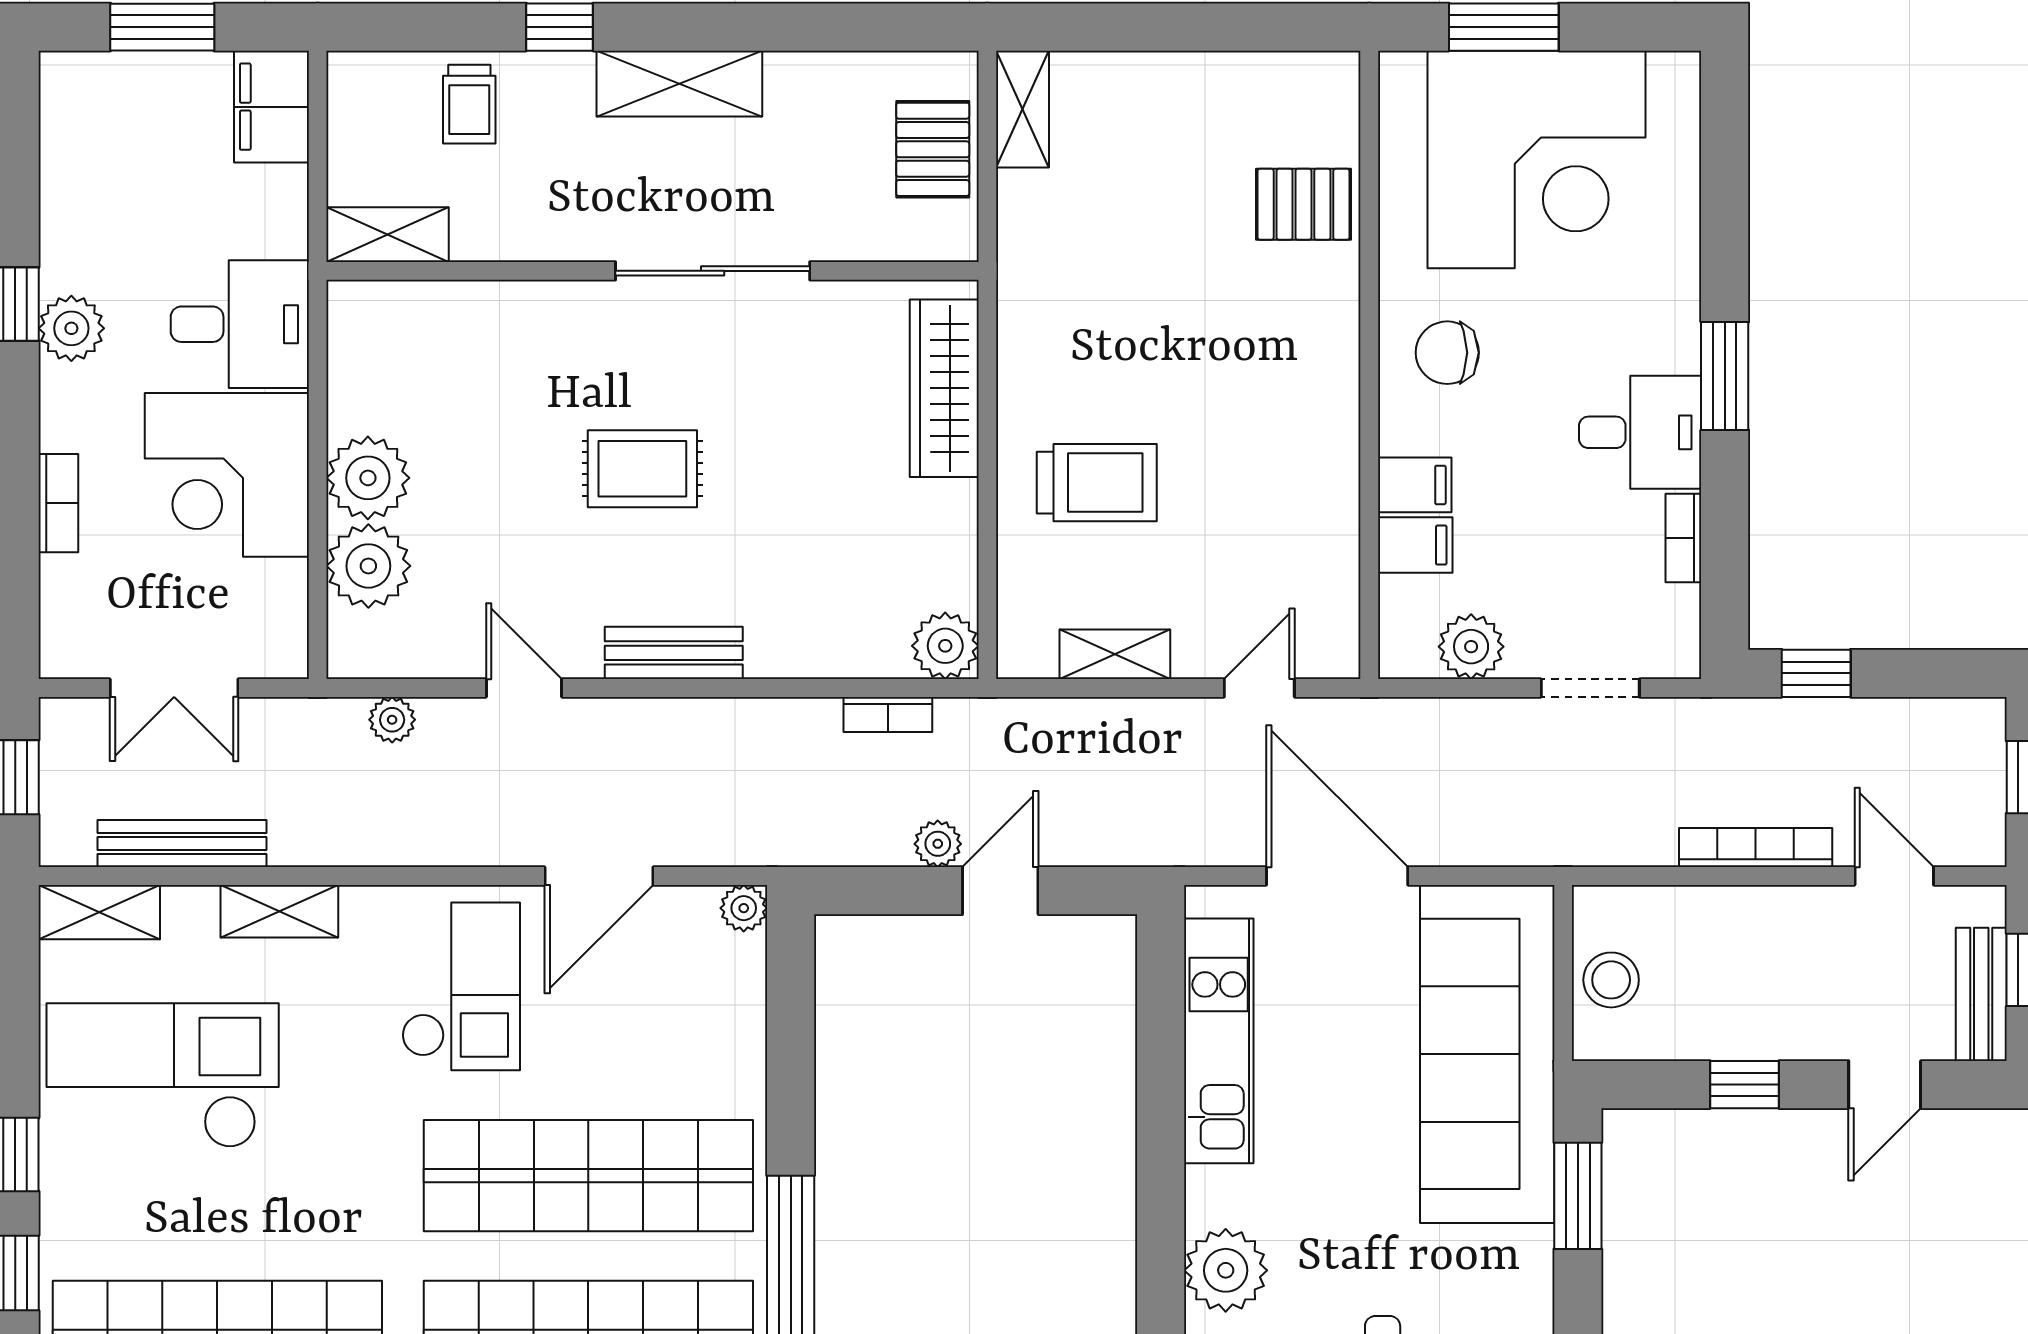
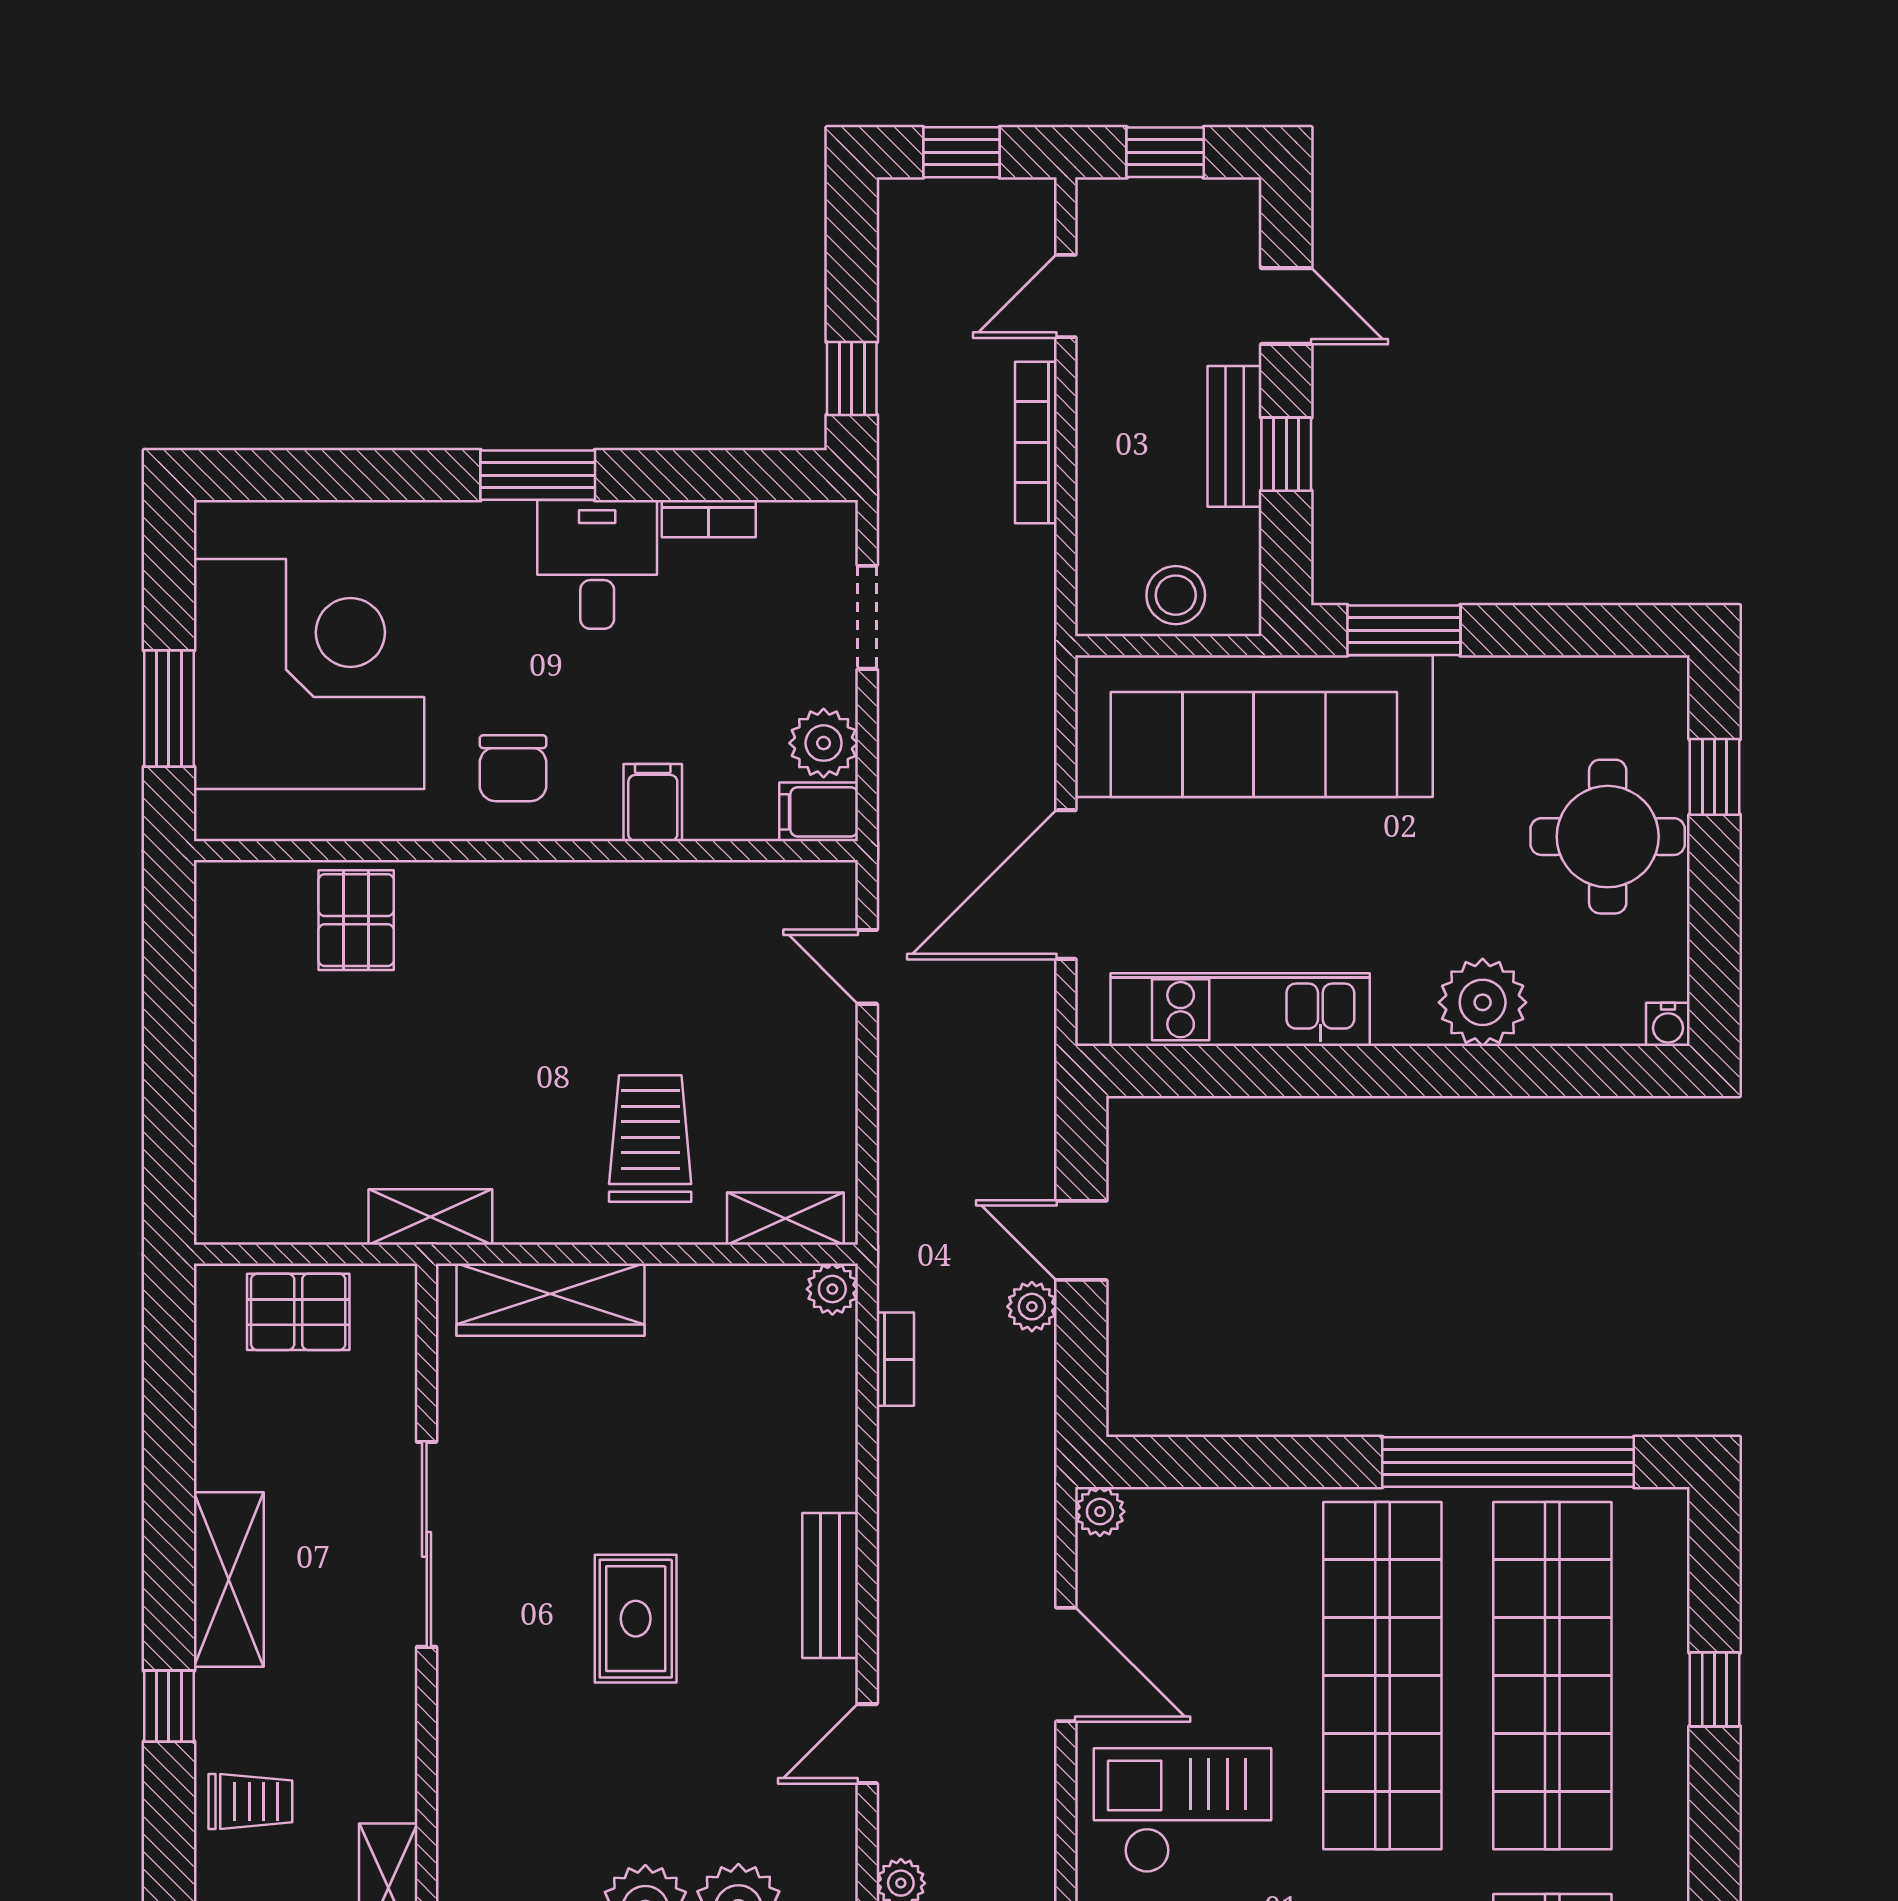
shelving: (1023, 109) -> (430, 1217), moved
filing cabinet: (1415, 545) -> (819, 812), moved, turned -90
plant: (945, 646) -> (832, 1289), width x0.73, depth x0.73
shelving: (1115, 654) -> (785, 1219), moved, turned 90
bench: (1981, 994) -> (1235, 436), moved, turned 90

